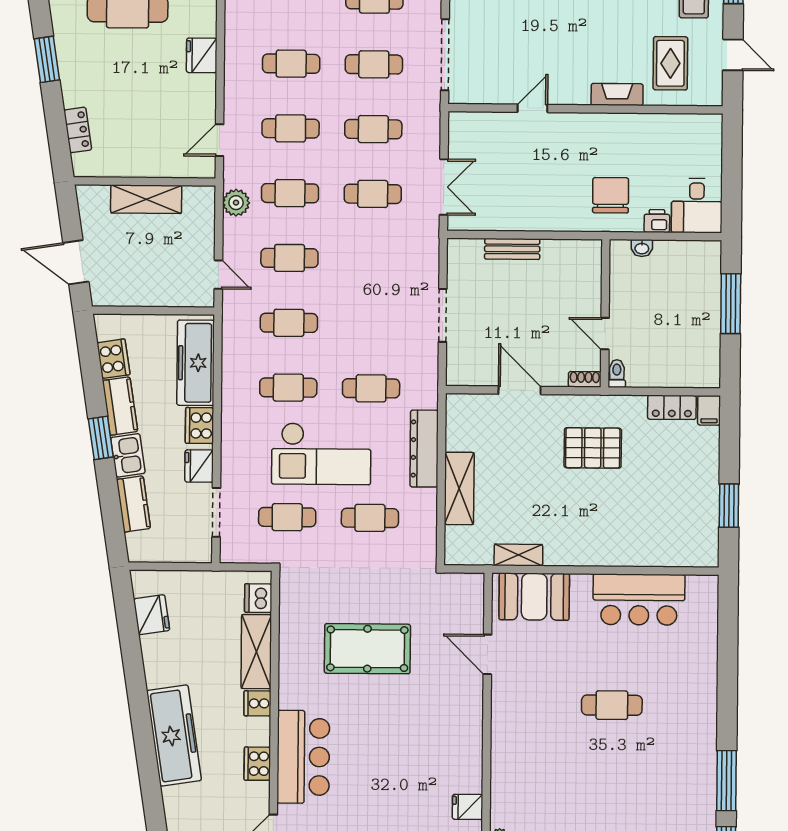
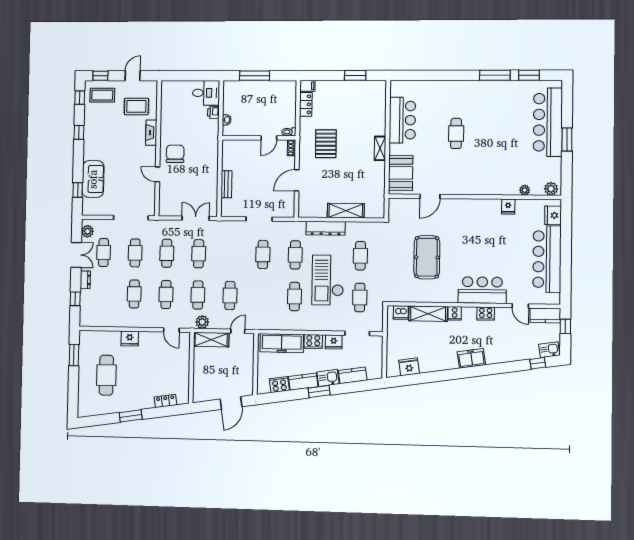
chair: (611, 195) -> (175, 154), moved, turned 90
shelving: (146, 199) -> (211, 340), moved, turned 90
cafe table: (289, 323) -> (263, 254), moved
checkout: (321, 454) -> (328, 280), turned 180
shelving: (518, 555) -> (380, 148), moved
freezer: (174, 735) -> (471, 358), width x0.52, depth x0.79

